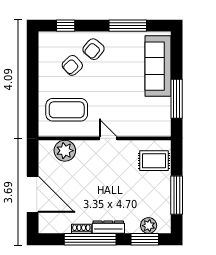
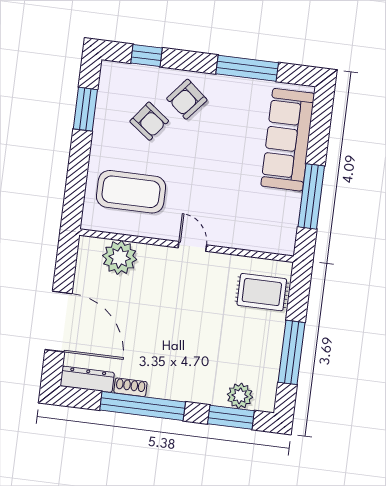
window: (33, 63) -> (85, 109), added
armchair: (72, 65) -> (149, 121), turned -101
dresser: (108, 227) -> (87, 379), moved

